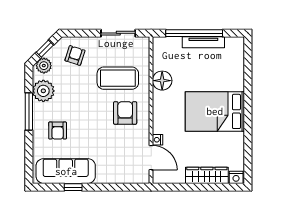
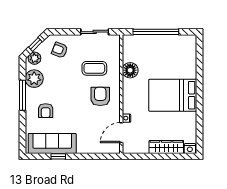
tv unit: (203, 42) -> (163, 39), removed
armchair: (75, 55) -> (60, 50), turned -87
coffee table: (118, 78) -> (94, 68), width x0.73, depth x0.76
door: (151, 158) -> (121, 133), swing flipped

